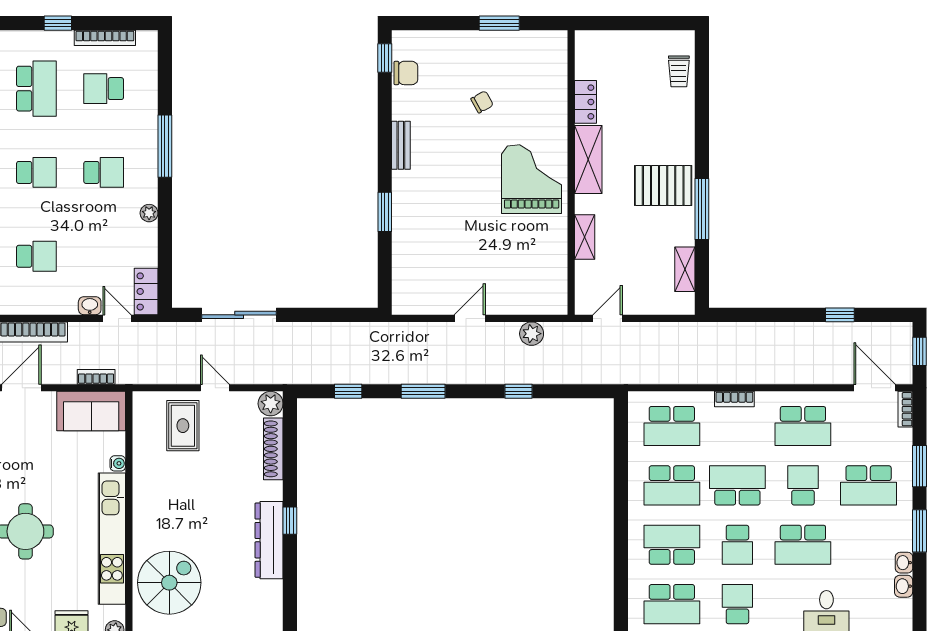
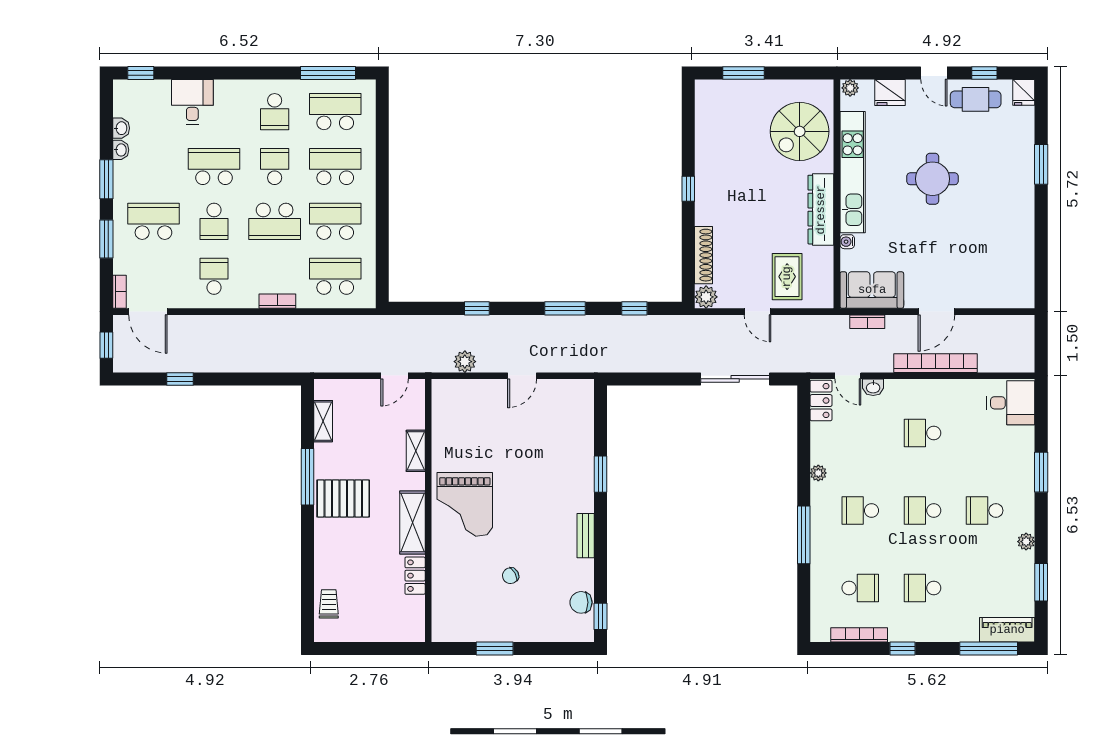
school desk: (36, 89) -> (922, 588), width x0.54
school desk: (803, 426) -> (214, 276), width x0.54
dresser: (269, 540) -> (821, 210), moved, turned 180
school desk: (672, 545) -> (335, 166), turned 180

